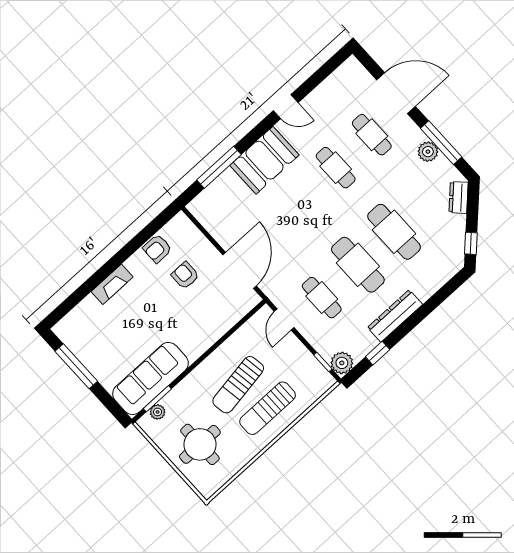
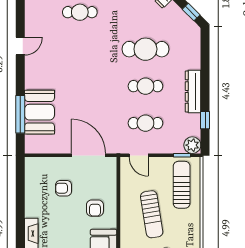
booth: (264, 160) -> (39, 112), moved
cafe table: (336, 168) -> (80, 49), removed
armchair: (157, 249) -> (95, 208), moved
cafe table: (358, 265) -> (145, 86), width x0.73, depth x0.74
sun lounger: (268, 408) -> (182, 185), moved, turned 180

